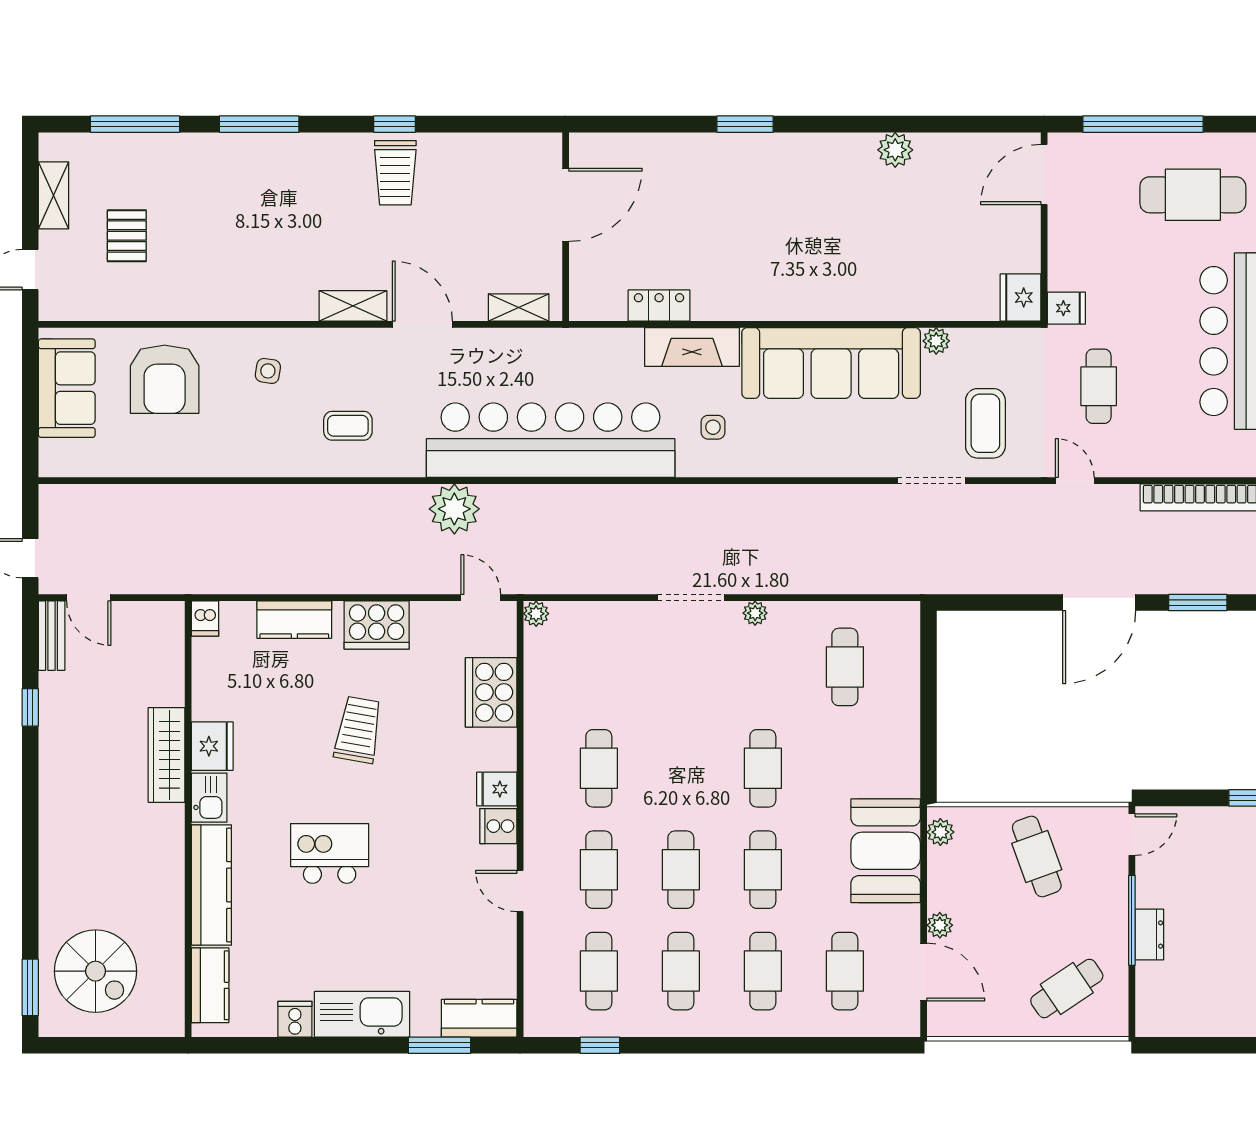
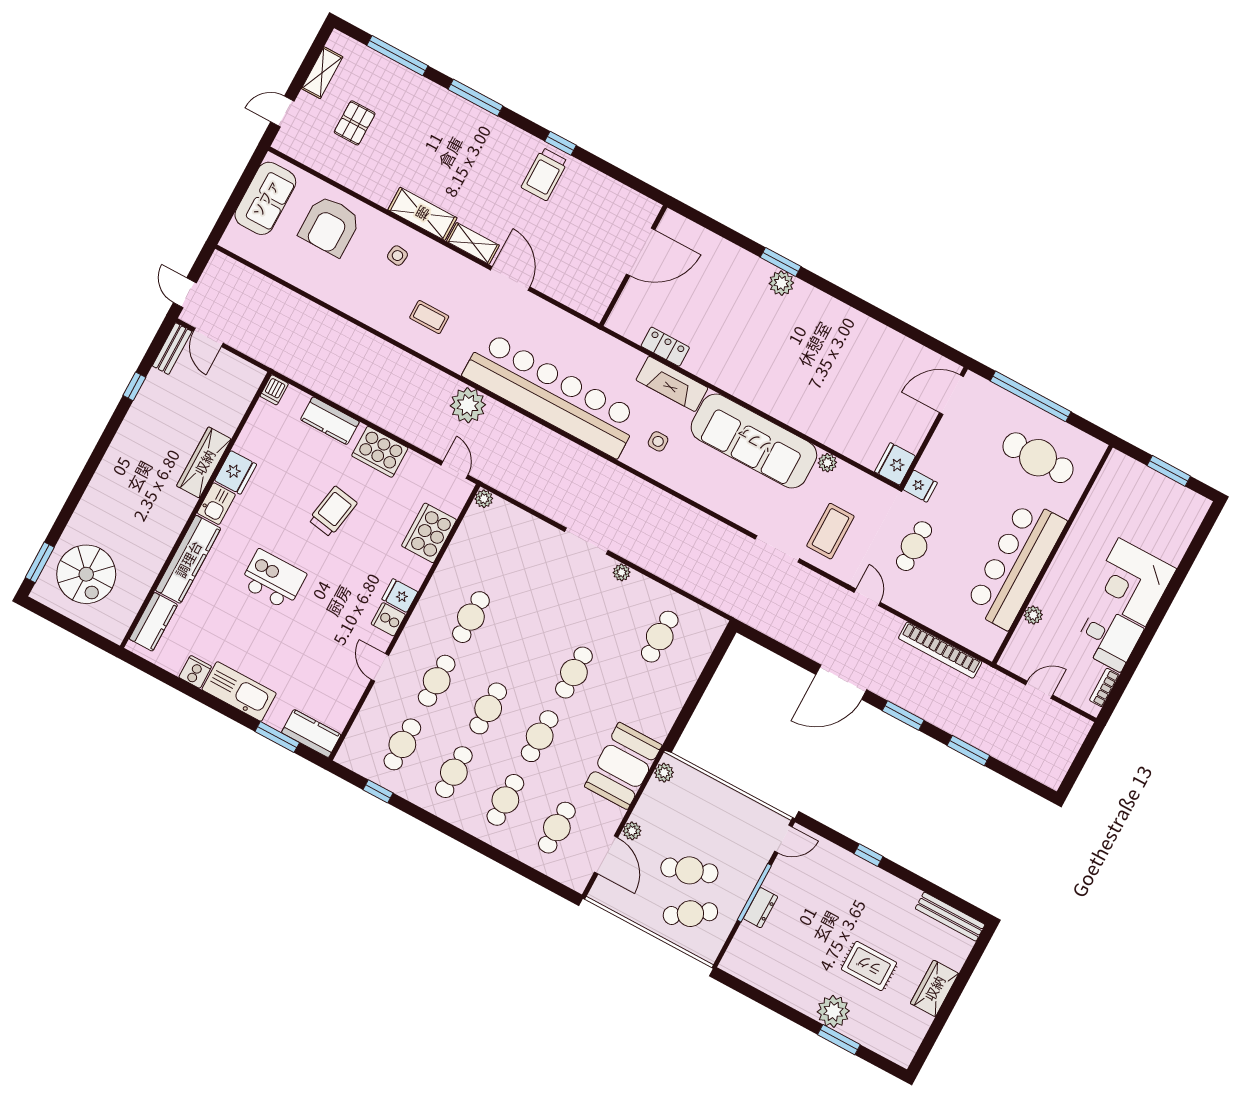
plant: (895, 150) -> (781, 283), moved
shelving: (519, 307) -> (422, 214), moved, width x1.50, depth x1.33
cafe table: (1037, 856) -> (689, 870), moved, turned 90

